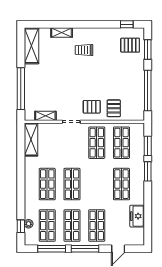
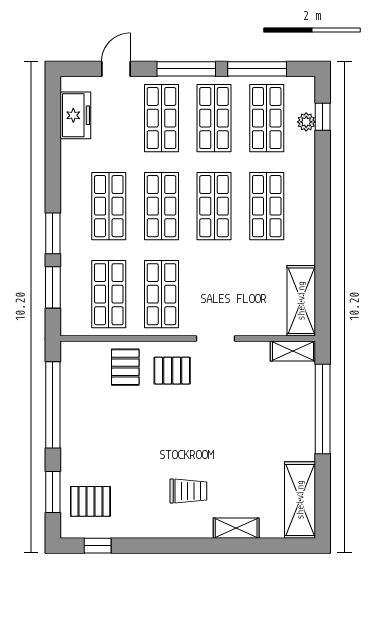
shelving: (45, 116) -> (293, 351), moved
shop shelf: (97, 184) -> (161, 206), added
freezer: (137, 216) -> (75, 115), moved

